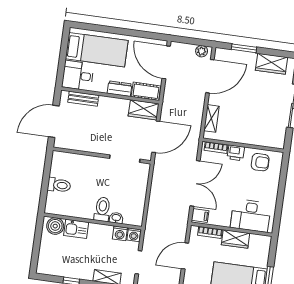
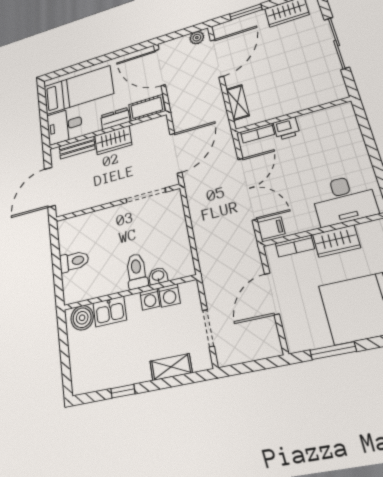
wardrobe: (144, 110) -> (113, 140), moved
armchair: (260, 162) -> (325, 126), removed
washing machine: (134, 235) -> (150, 299), moved

